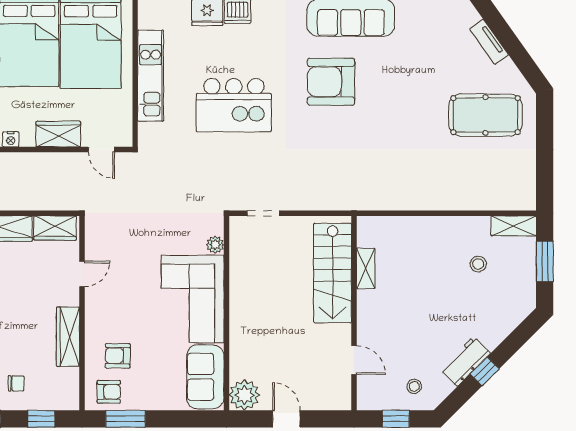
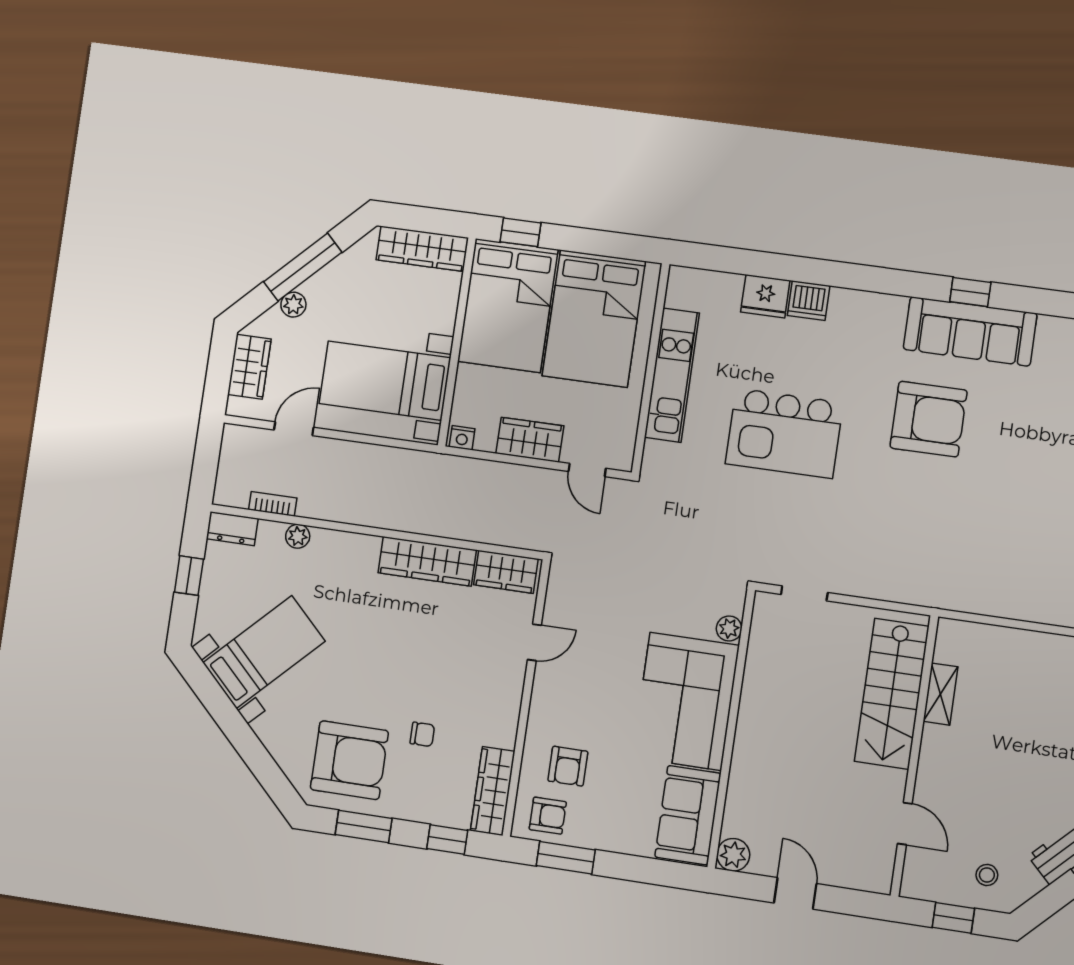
armchair: (331, 82) -> (928, 419), turned 180
wardrobe: (68, 337) -> (493, 791), moved
armchair: (118, 356) -> (568, 766), turned -91
chair: (16, 383) -> (422, 734), moved
plant: (244, 395) -> (733, 855), width x0.73, depth x0.73

